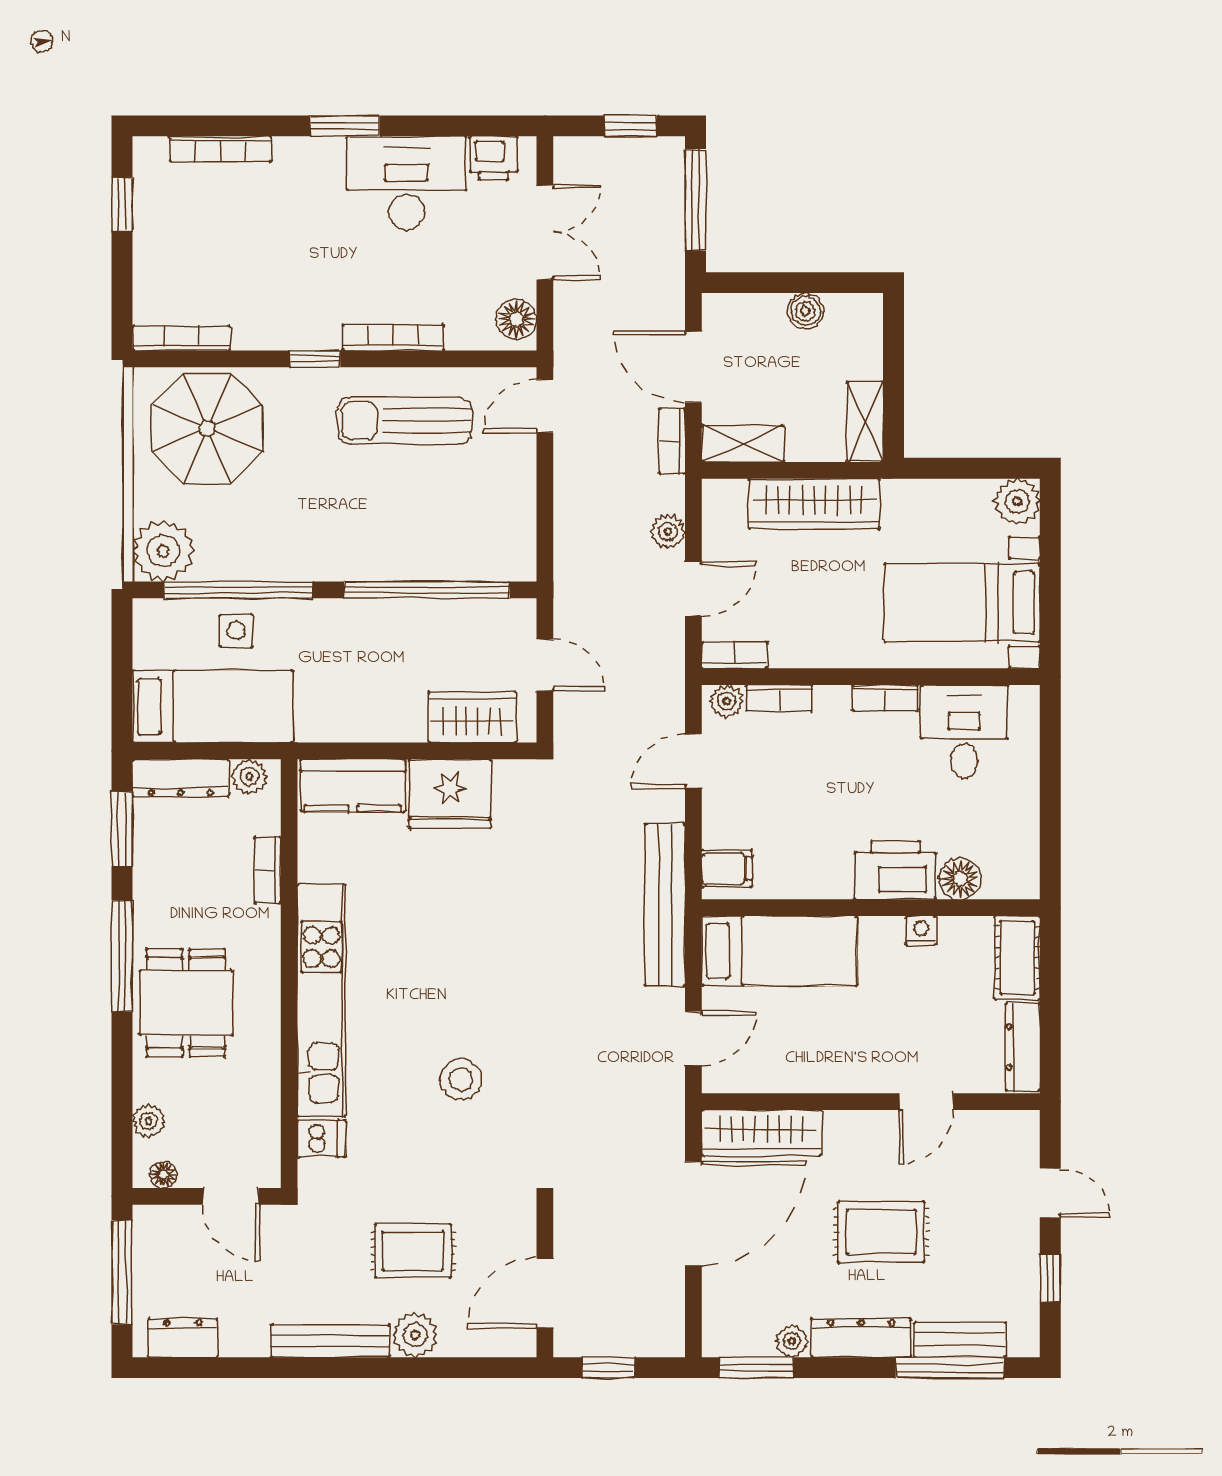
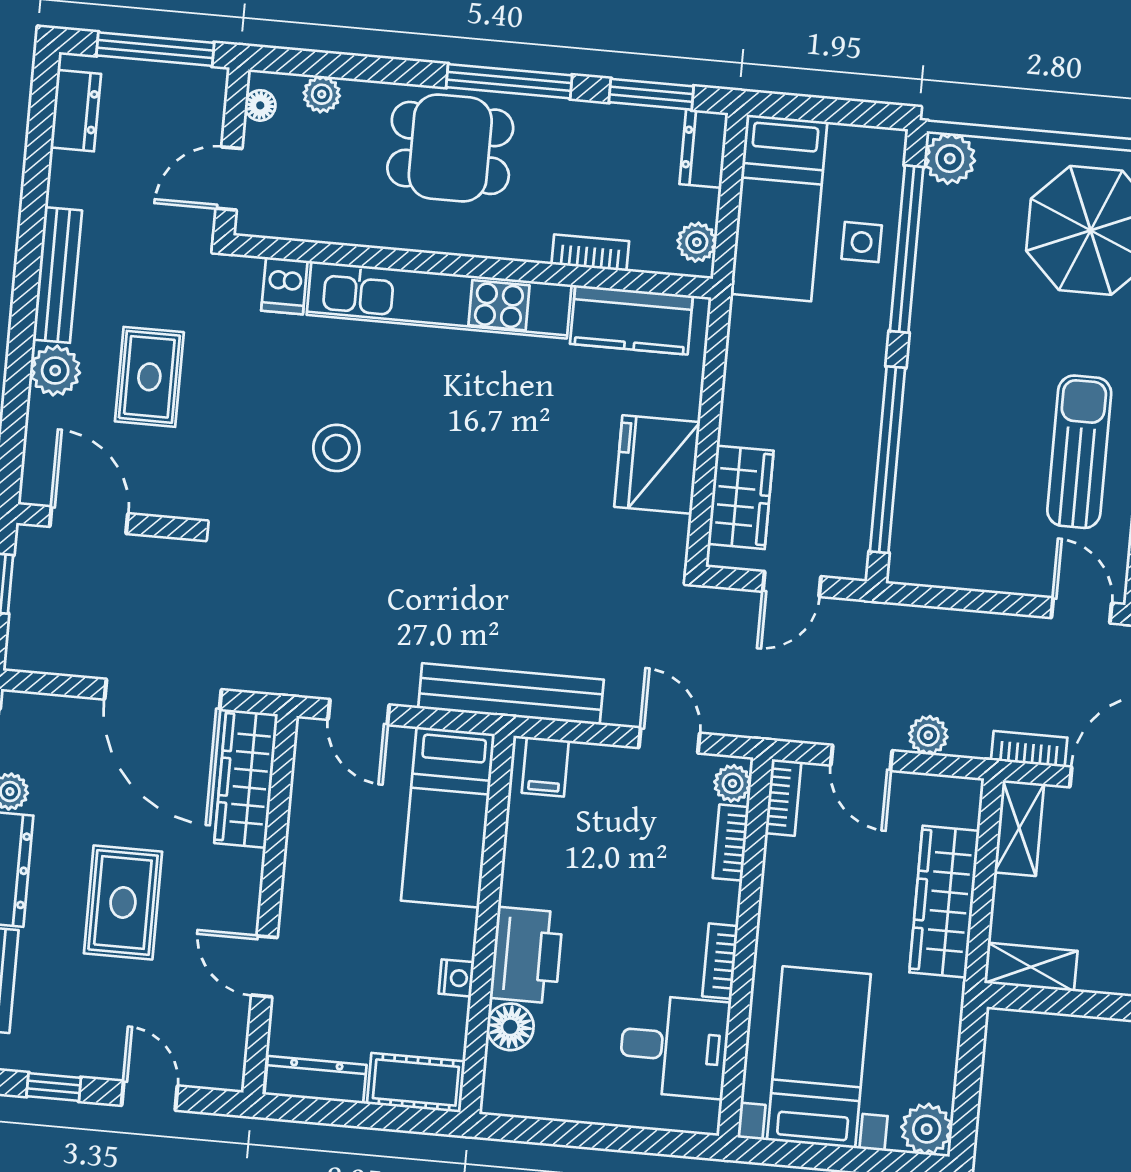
plant: (163, 551) -> (950, 159), width x0.73, depth x0.73
dresser: (181, 778) -> (704, 148), width x0.70
kitchen counter: (353, 785) -> (631, 320), moved, turned -90
door: (1050, 1193) -> (150, 1096), swing flipped

